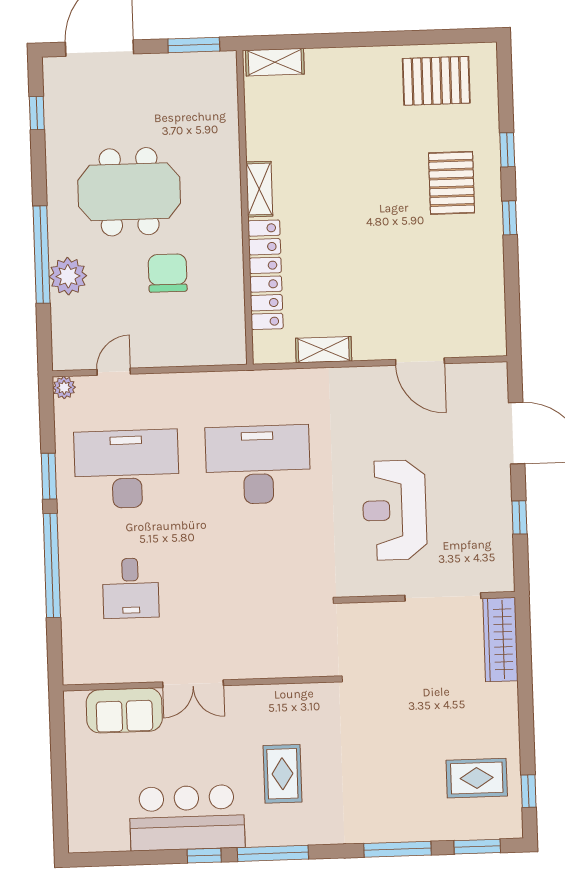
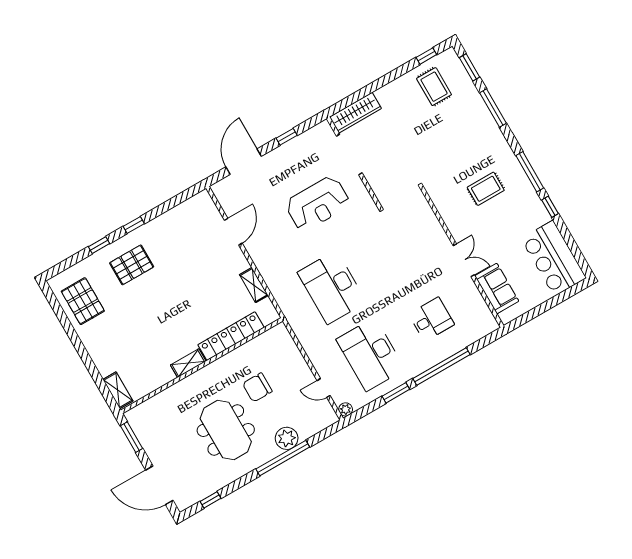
bar counter: (187, 818) -> (554, 258), moved

